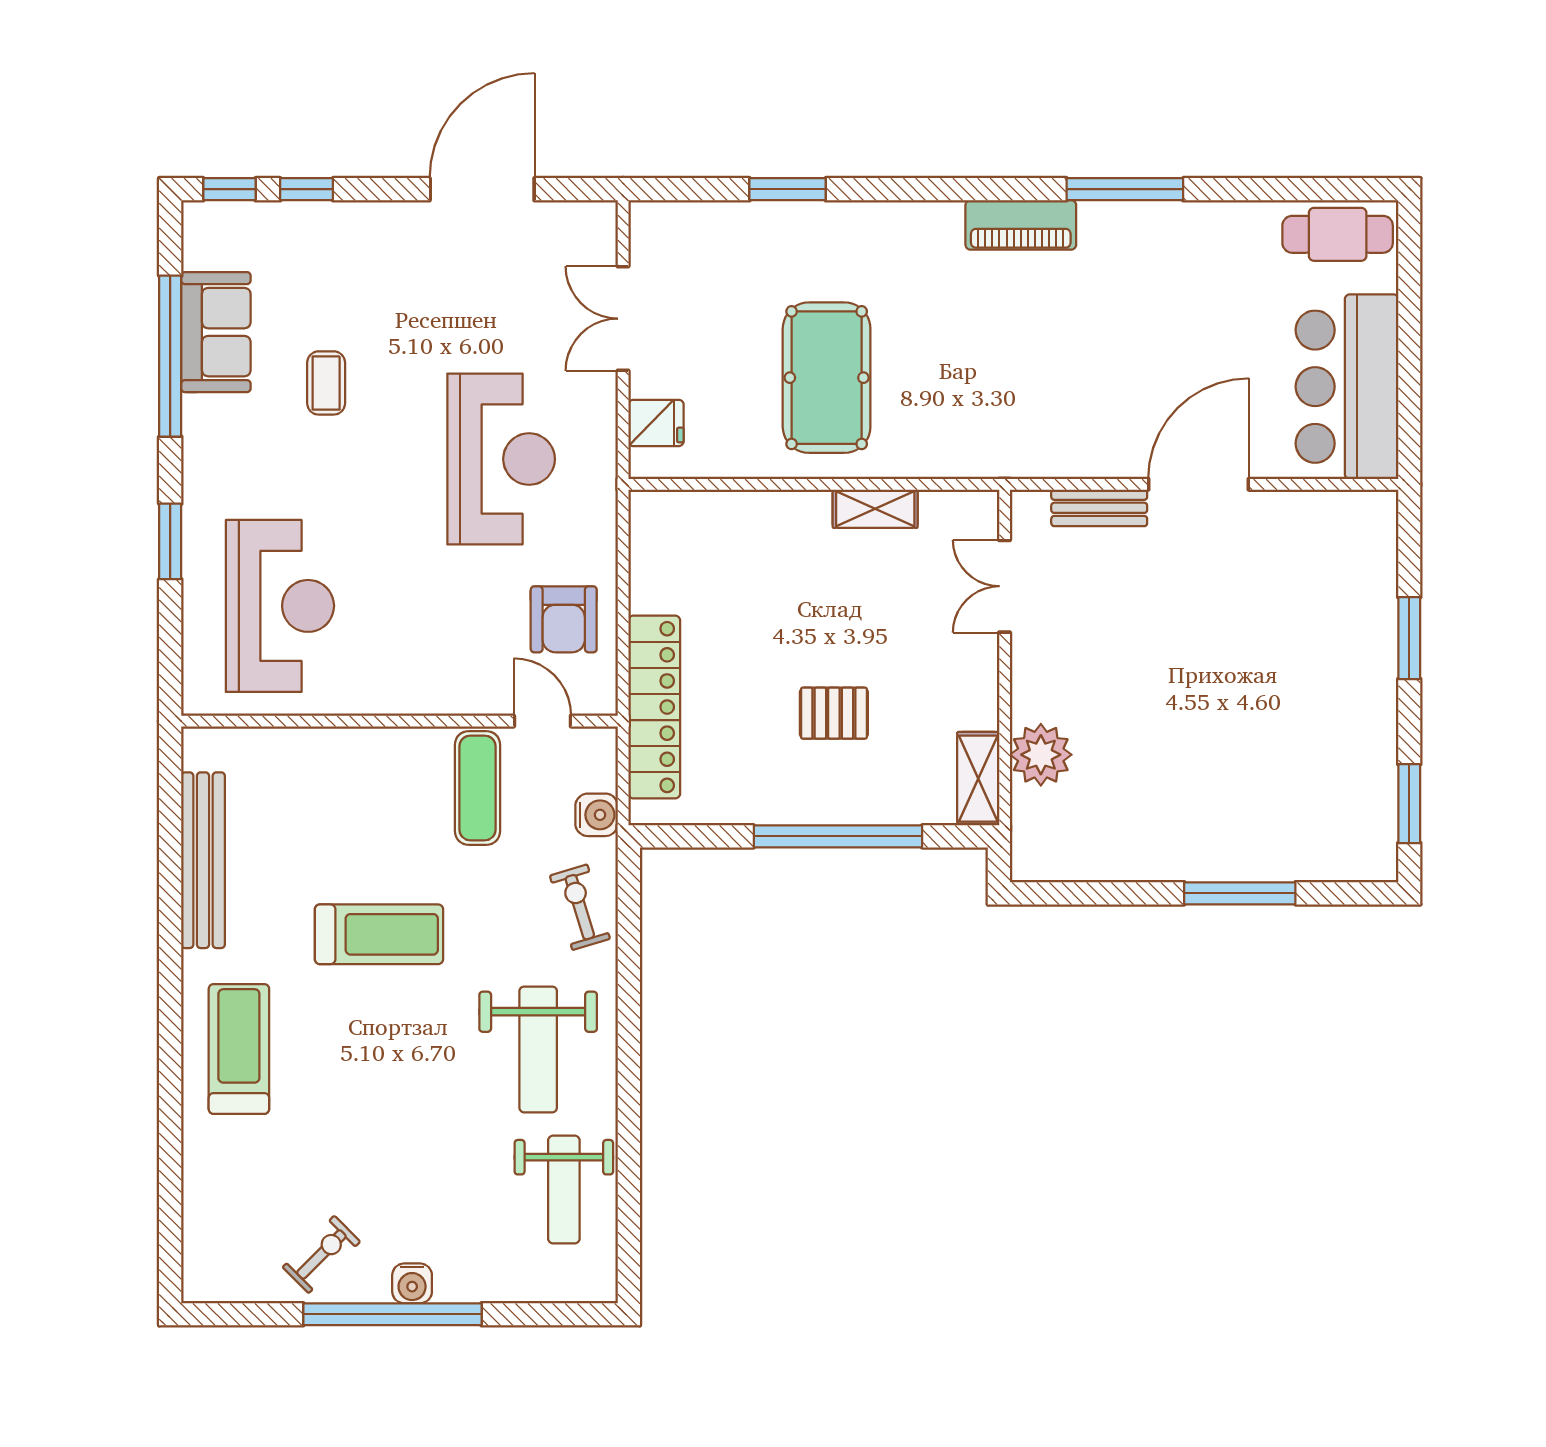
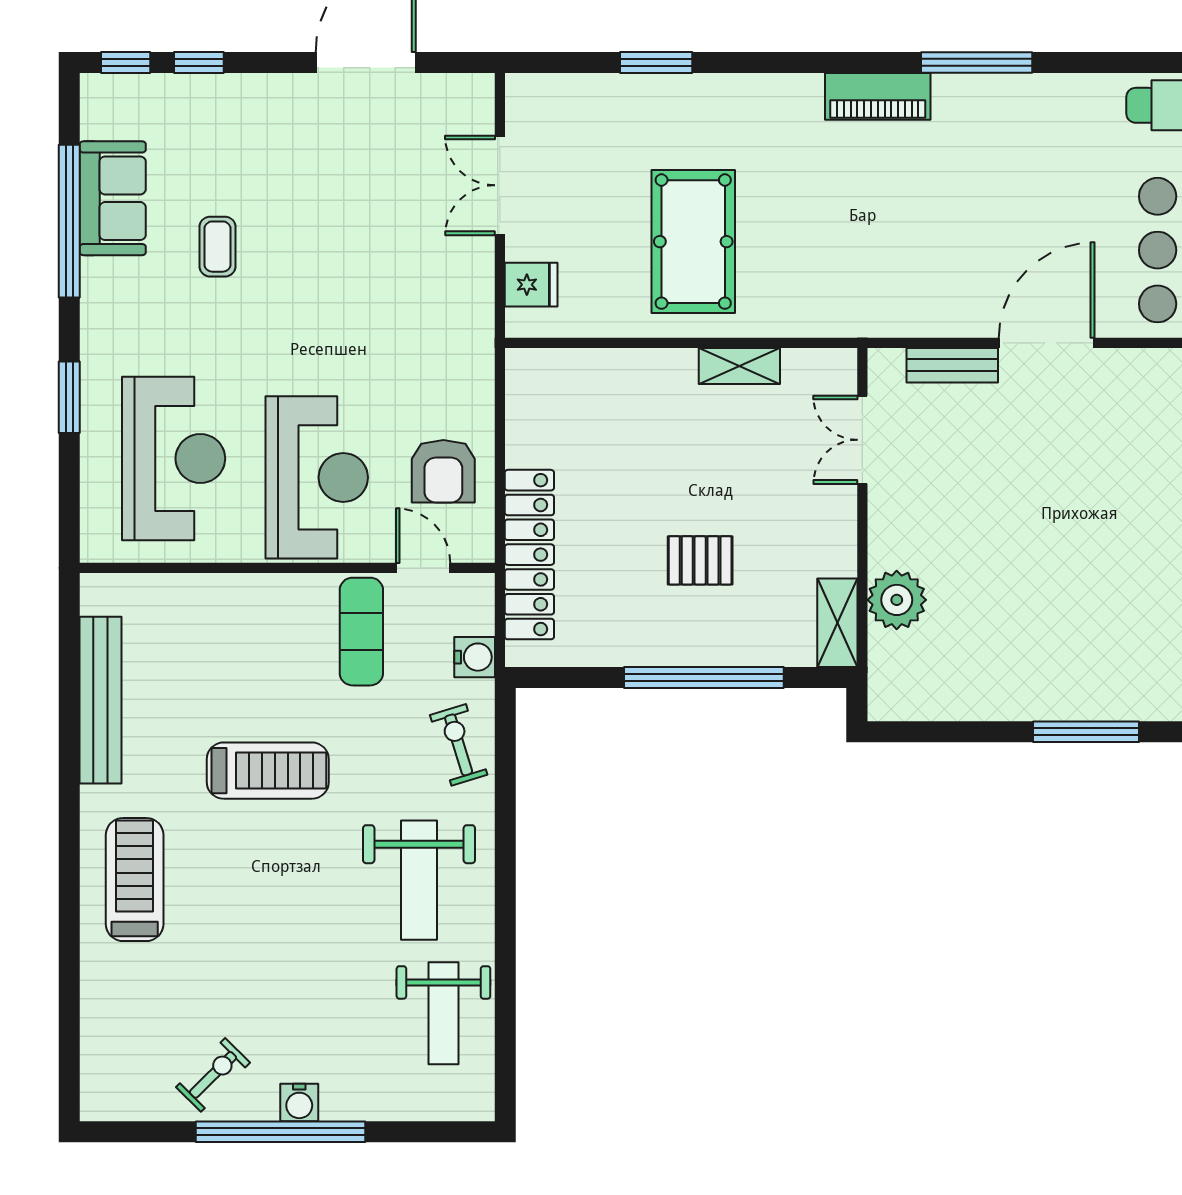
reception desk: (501, 459) -> (317, 477), moved

